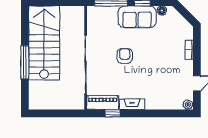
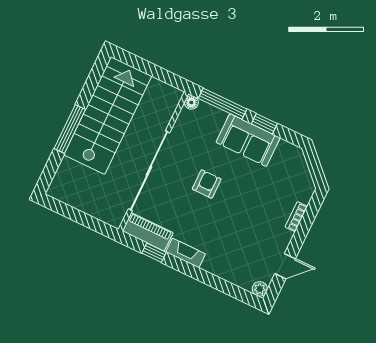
floor lamp: (162, 11) -> (191, 102), moved

